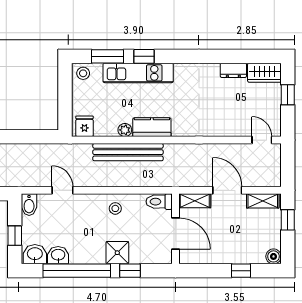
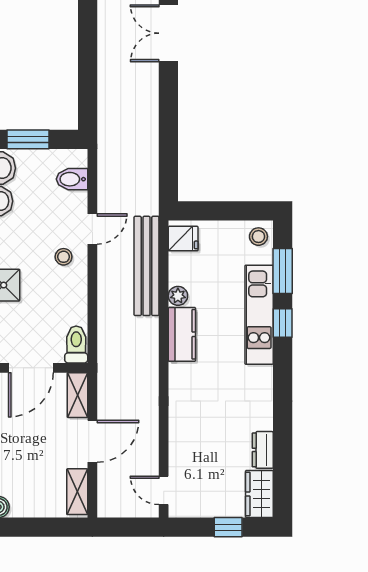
door: (262, 140) -> (164, 490), swing flipped
bench: (128, 152) -> (147, 266), moved
door: (62, 190) -> (92, 229), moved
bidet: (29, 205) -> (72, 179), moved
stool: (115, 208) -> (64, 257), moved
window: (288, 220) -> (50, 527), removed
window: (15, 236) -> (28, 139), width x1.50

